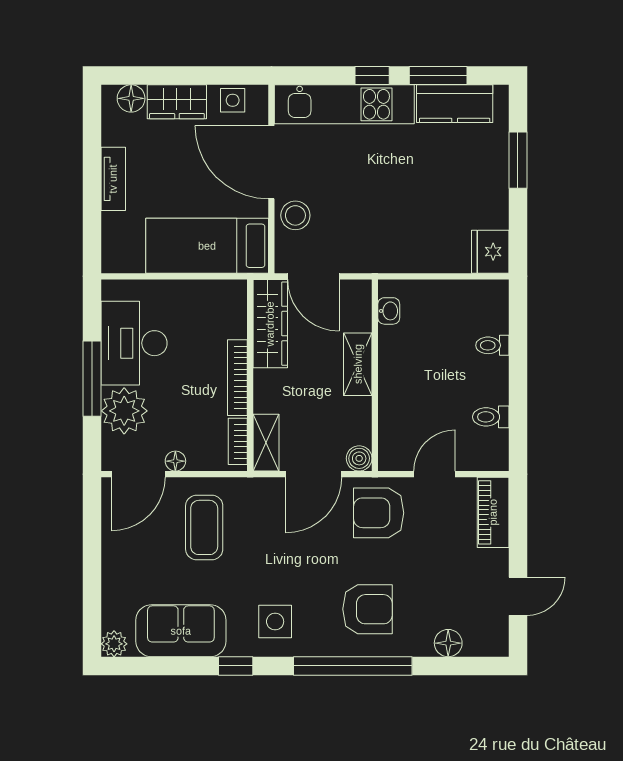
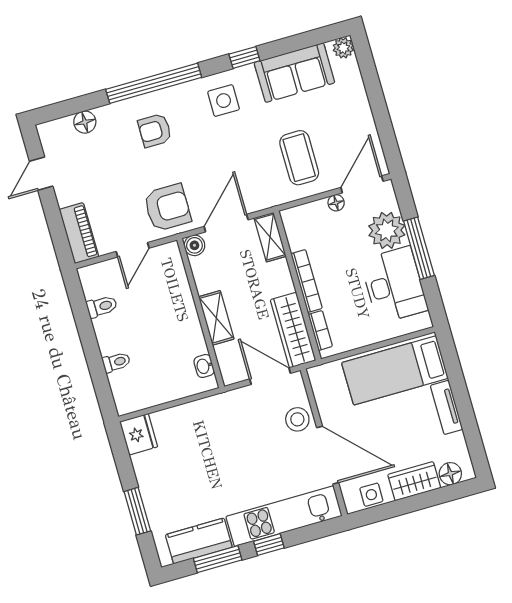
bed: (207, 246) -> (395, 370), moved, turned 180
bookcase: (238, 441) -> (320, 330), moved
armchair: (367, 609) -> (155, 130), width x0.72, depth x0.72

